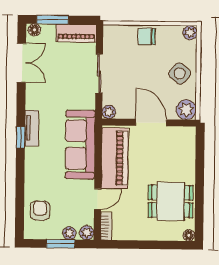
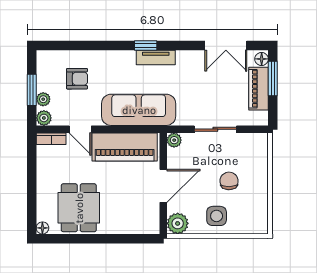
piano: (76, 33) -> (259, 89), moved
plant: (190, 33) -> (261, 227), removed
chair: (147, 37) -> (229, 181), moved
side table: (180, 73) -> (217, 216), turned -38
armchair: (40, 211) -> (77, 79), moved

